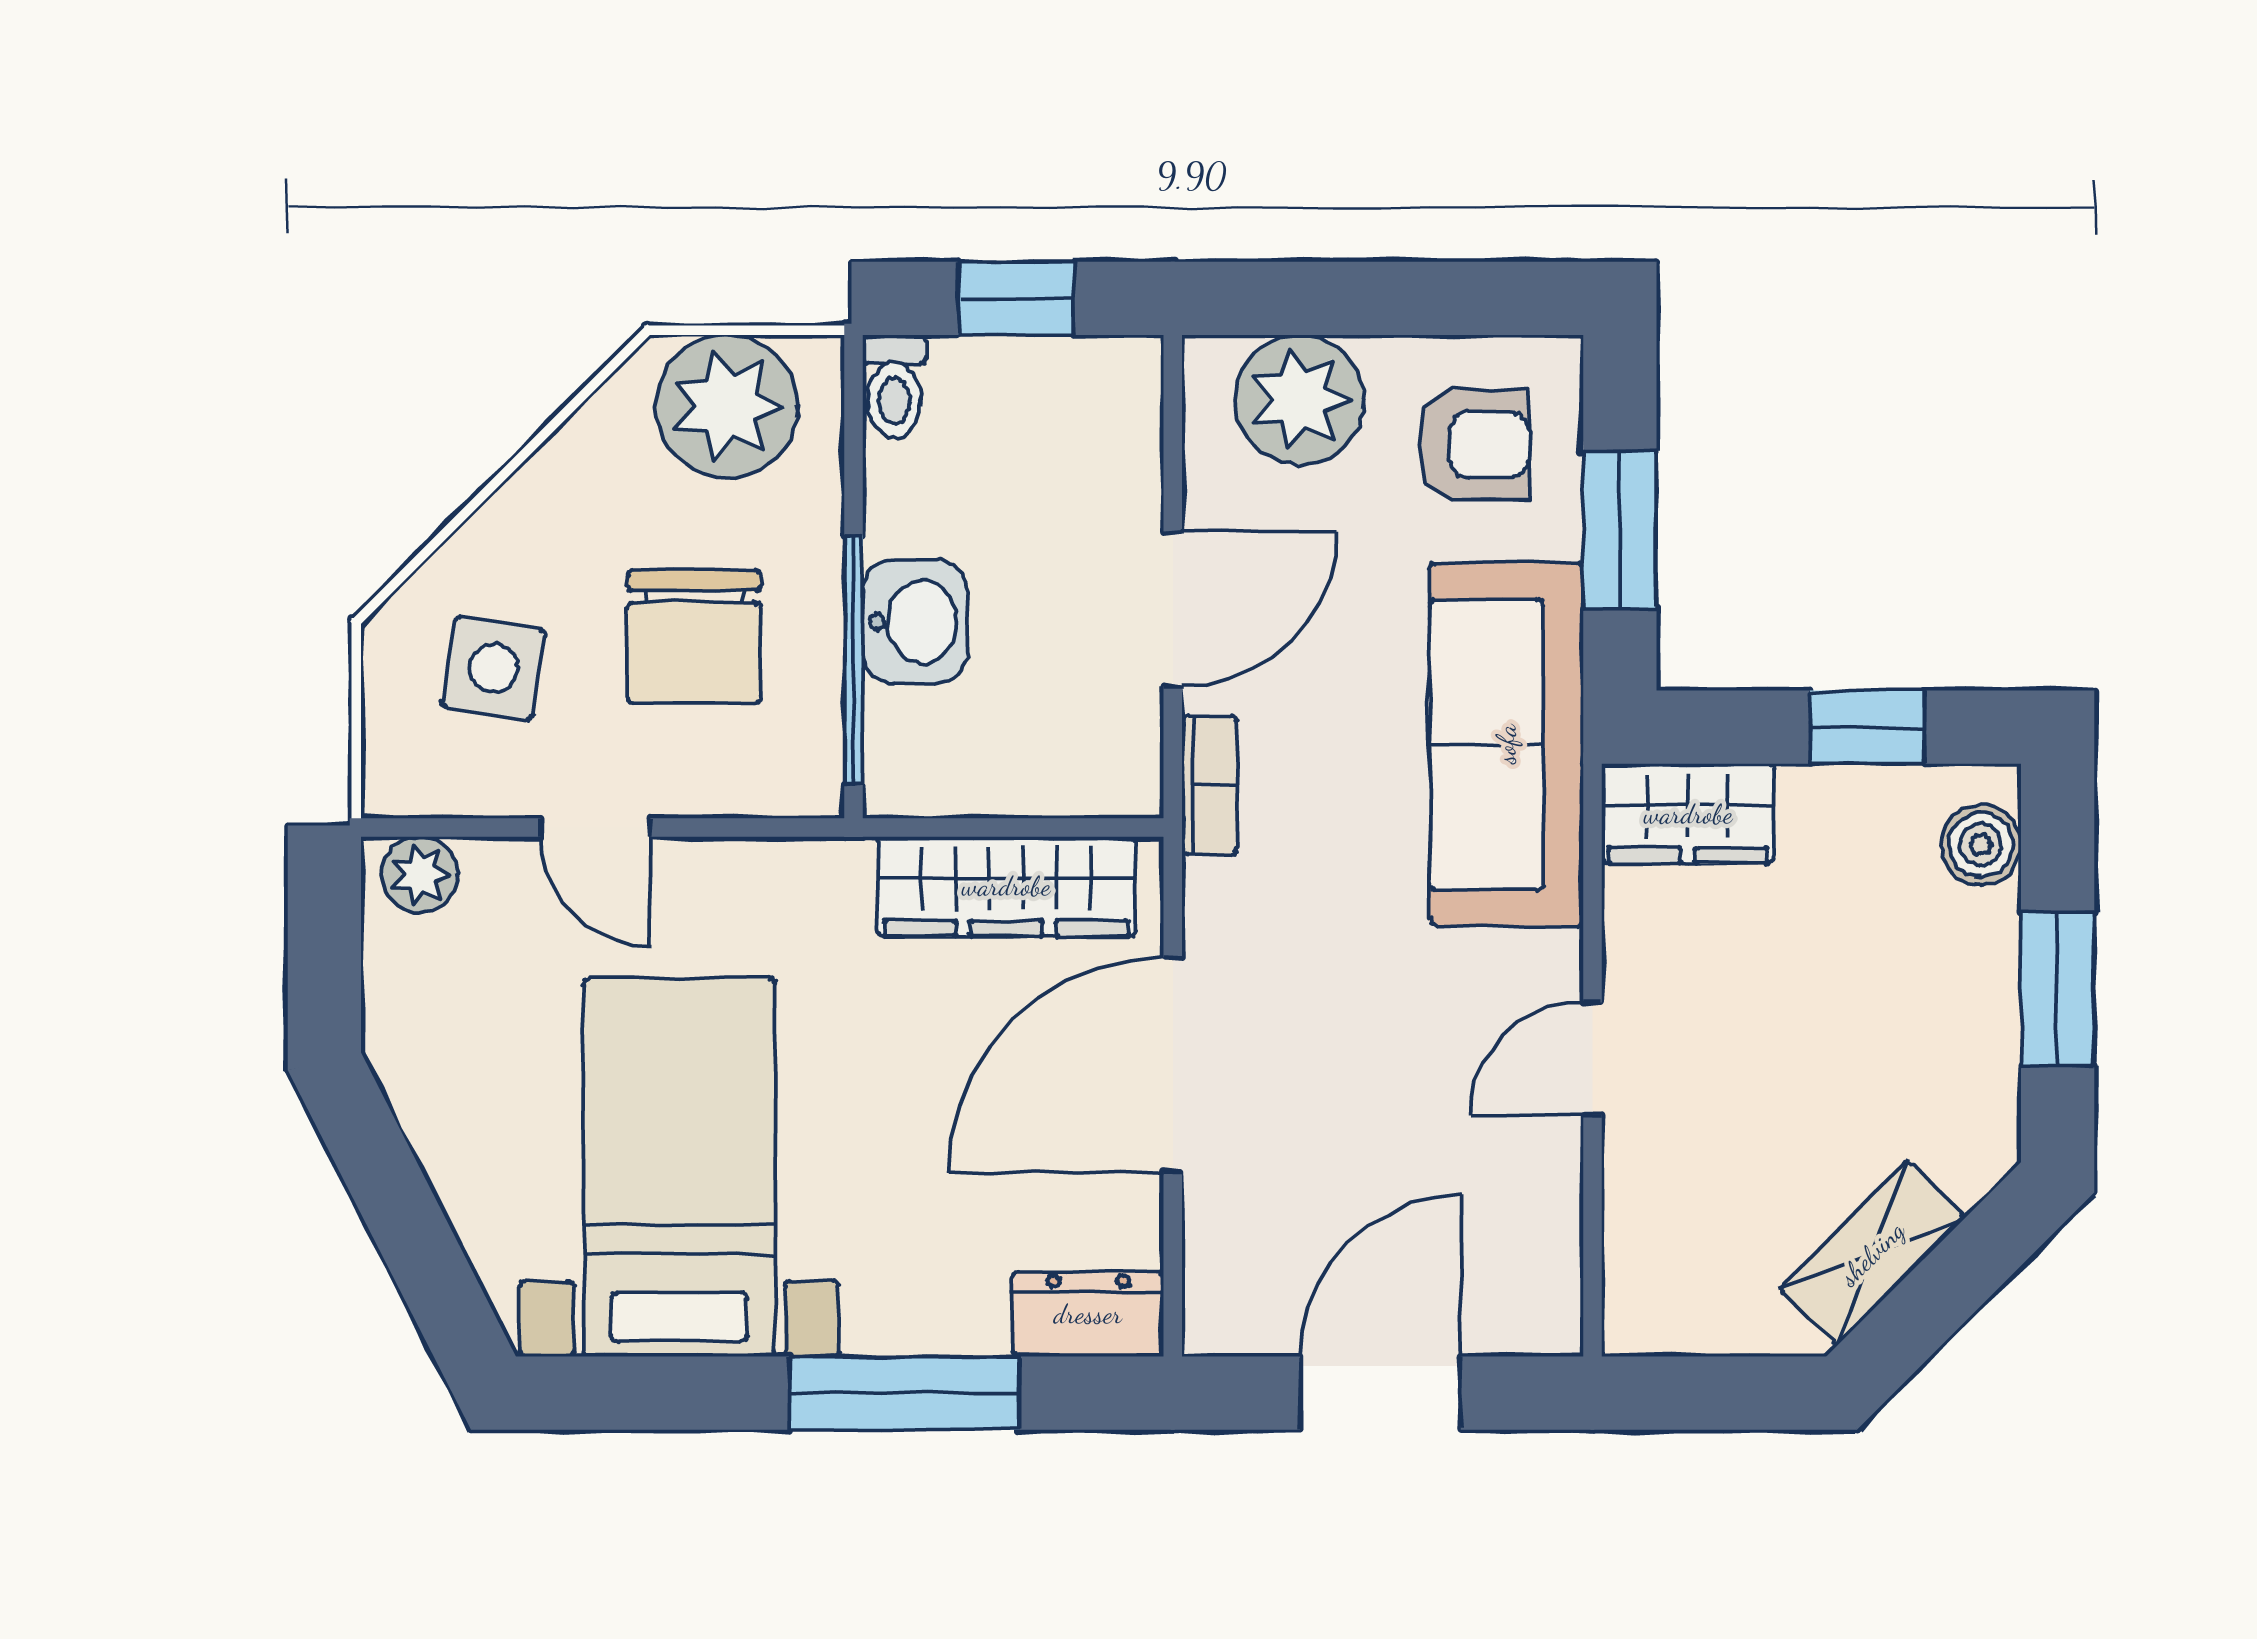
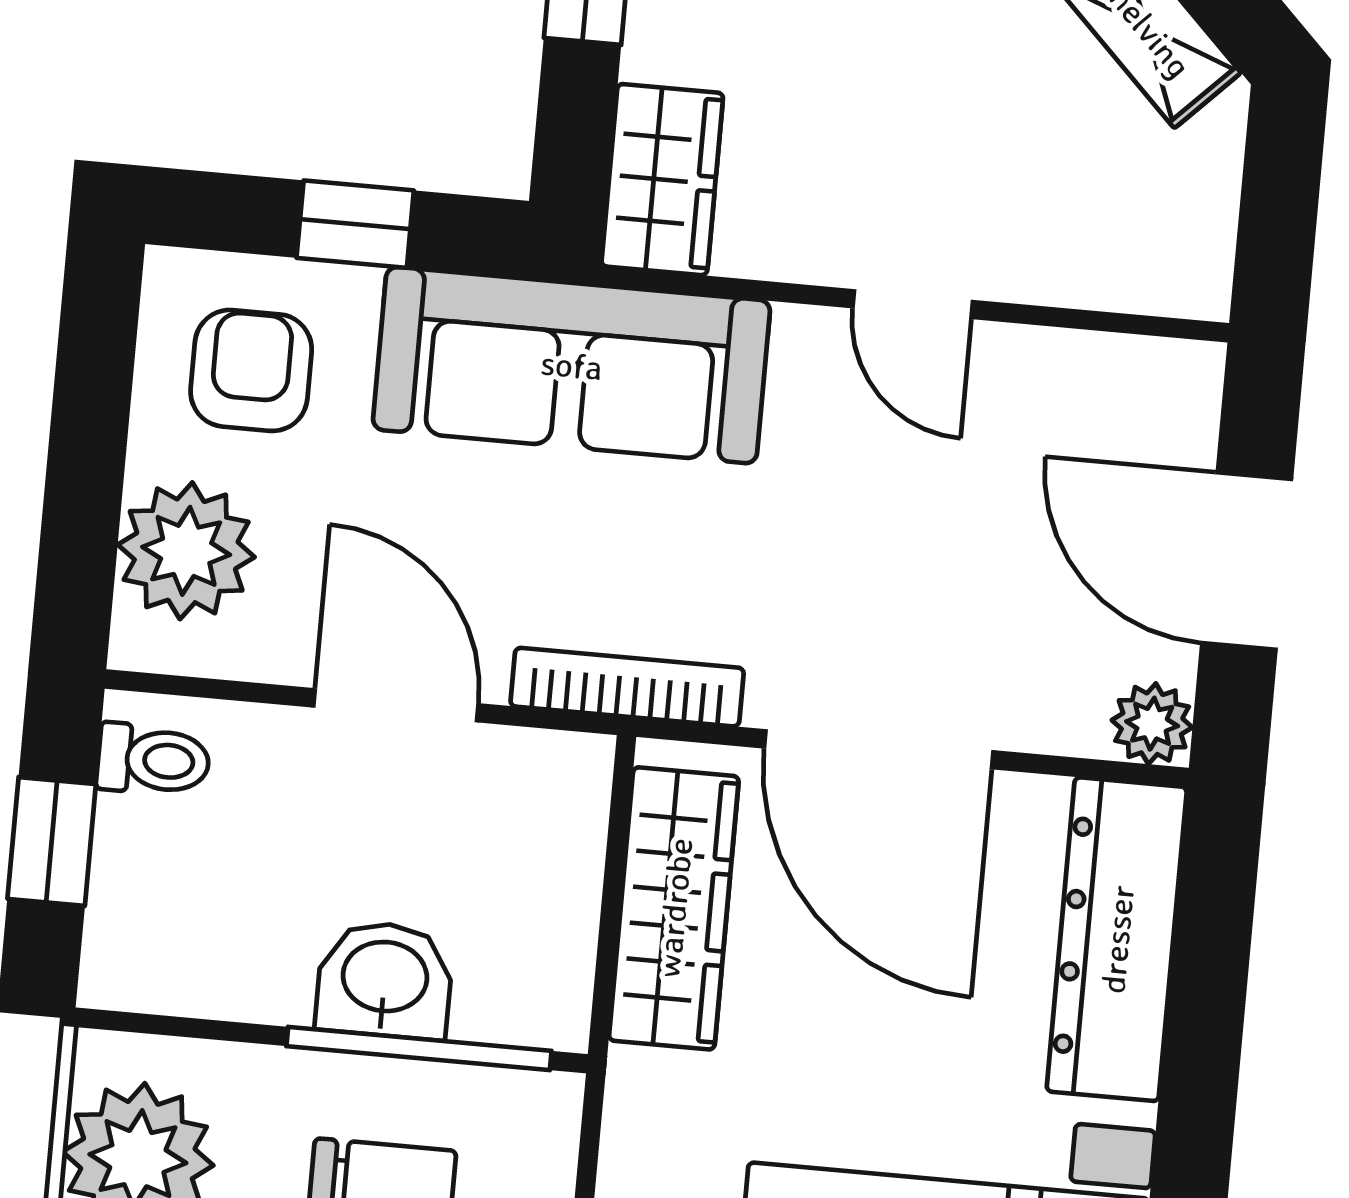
toilet: (894, 387) -> (153, 760), moved
window: (1620, 530) -> (355, 224), width x0.67
bookcase: (1210, 785) -> (627, 687), width x1.56
dresser: (1088, 1314) -> (1117, 939), width x1.96, depth x1.24
plant: (1220, 1318) -> (1152, 724), added
window: (905, 1393) -> (1201, 1065), removed

